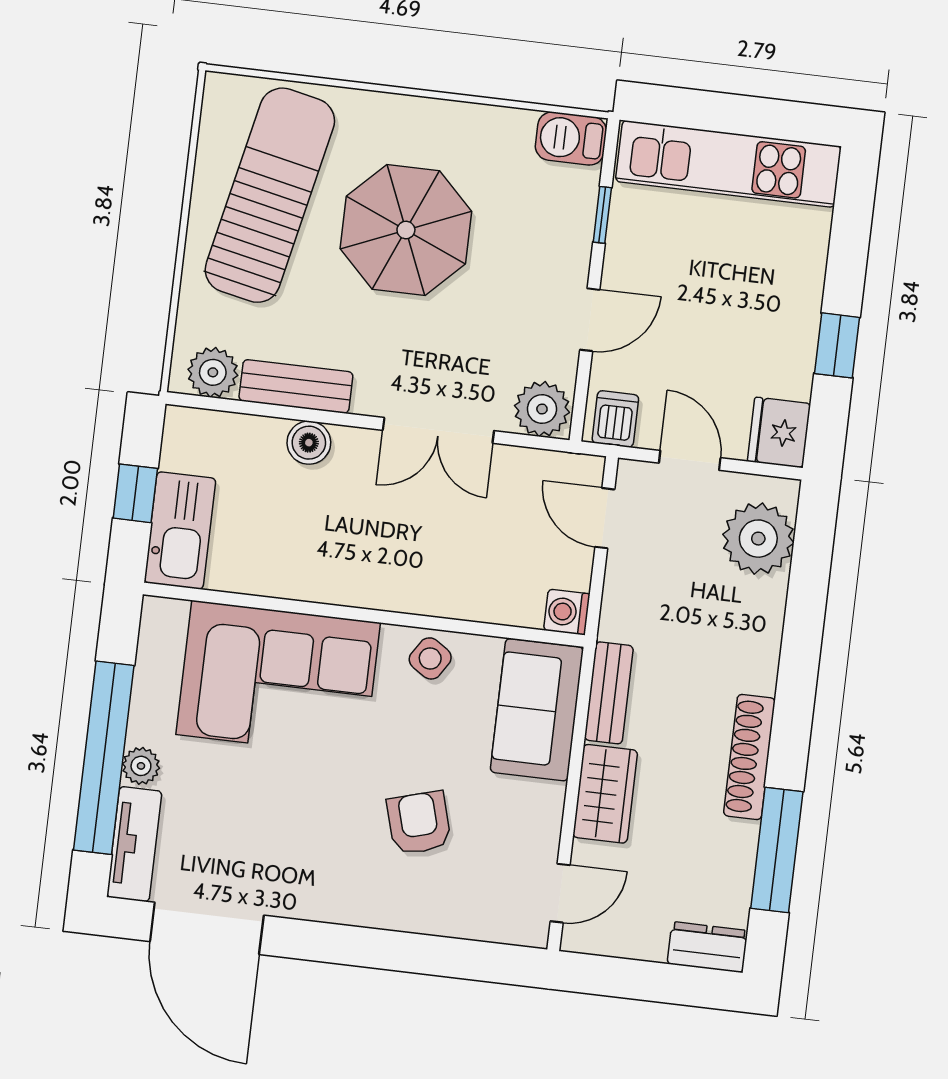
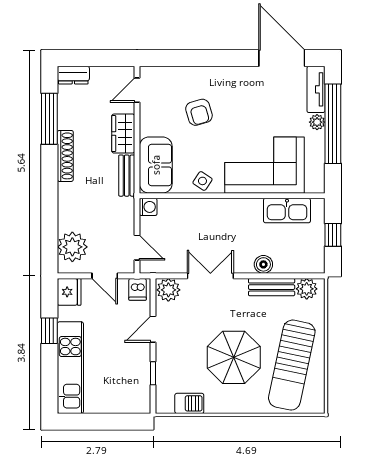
barbecue: (571, 138) -> (189, 403), moved
kitchen unit: (728, 164) -> (70, 368), moved, turned 90
kitchen sink: (180, 530) -> (287, 211), moved, turned -90

